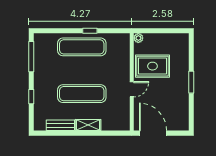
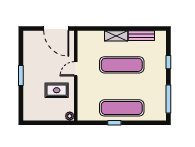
rug: (152, 66) -> (57, 90), width x0.73, depth x0.70

